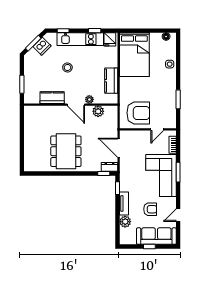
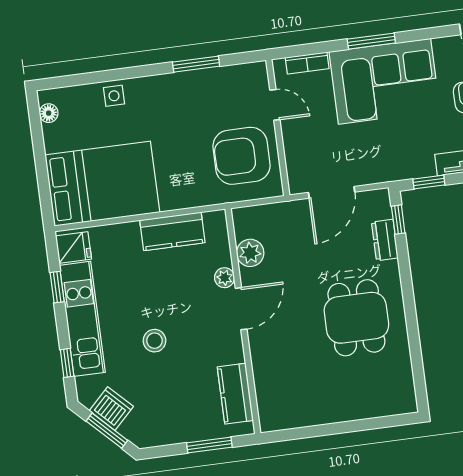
kitchen counter: (52, 98) -> (235, 394), moved
armchair: (138, 113) -> (242, 156), turned -90
dining table: (66, 151) -> (356, 318), width x0.73
dresser: (109, 167) -> (385, 240), moved

